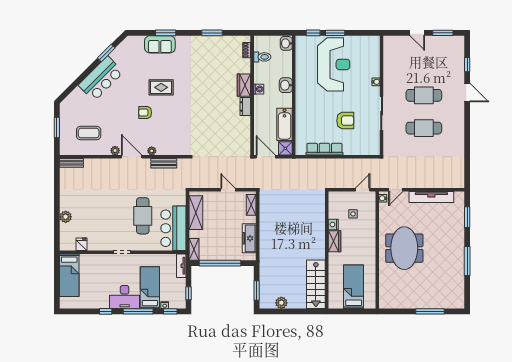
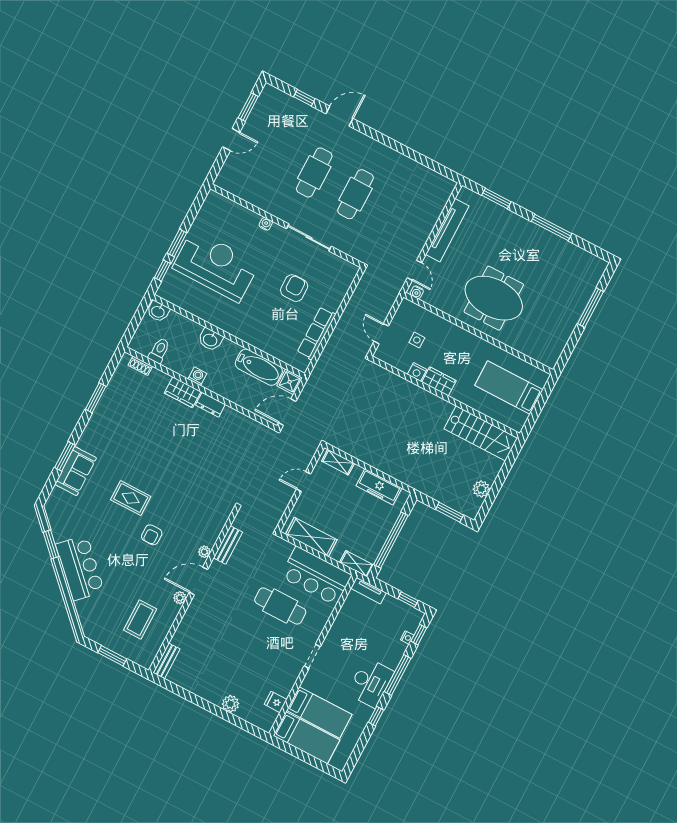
rug: (161, 87) -> (131, 498), turned 90
door: (363, 190) -> (381, 334), moved
bed: (150, 288) -> (319, 712), moved, turned 180

